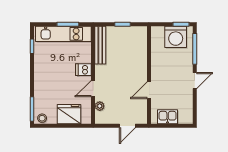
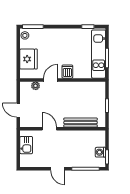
washing machine: (176, 37) -> (100, 152), width x0.53, depth x0.53
bench: (100, 45) -> (81, 123), moved
door: (93, 89) -> (51, 80), hinge flipped

